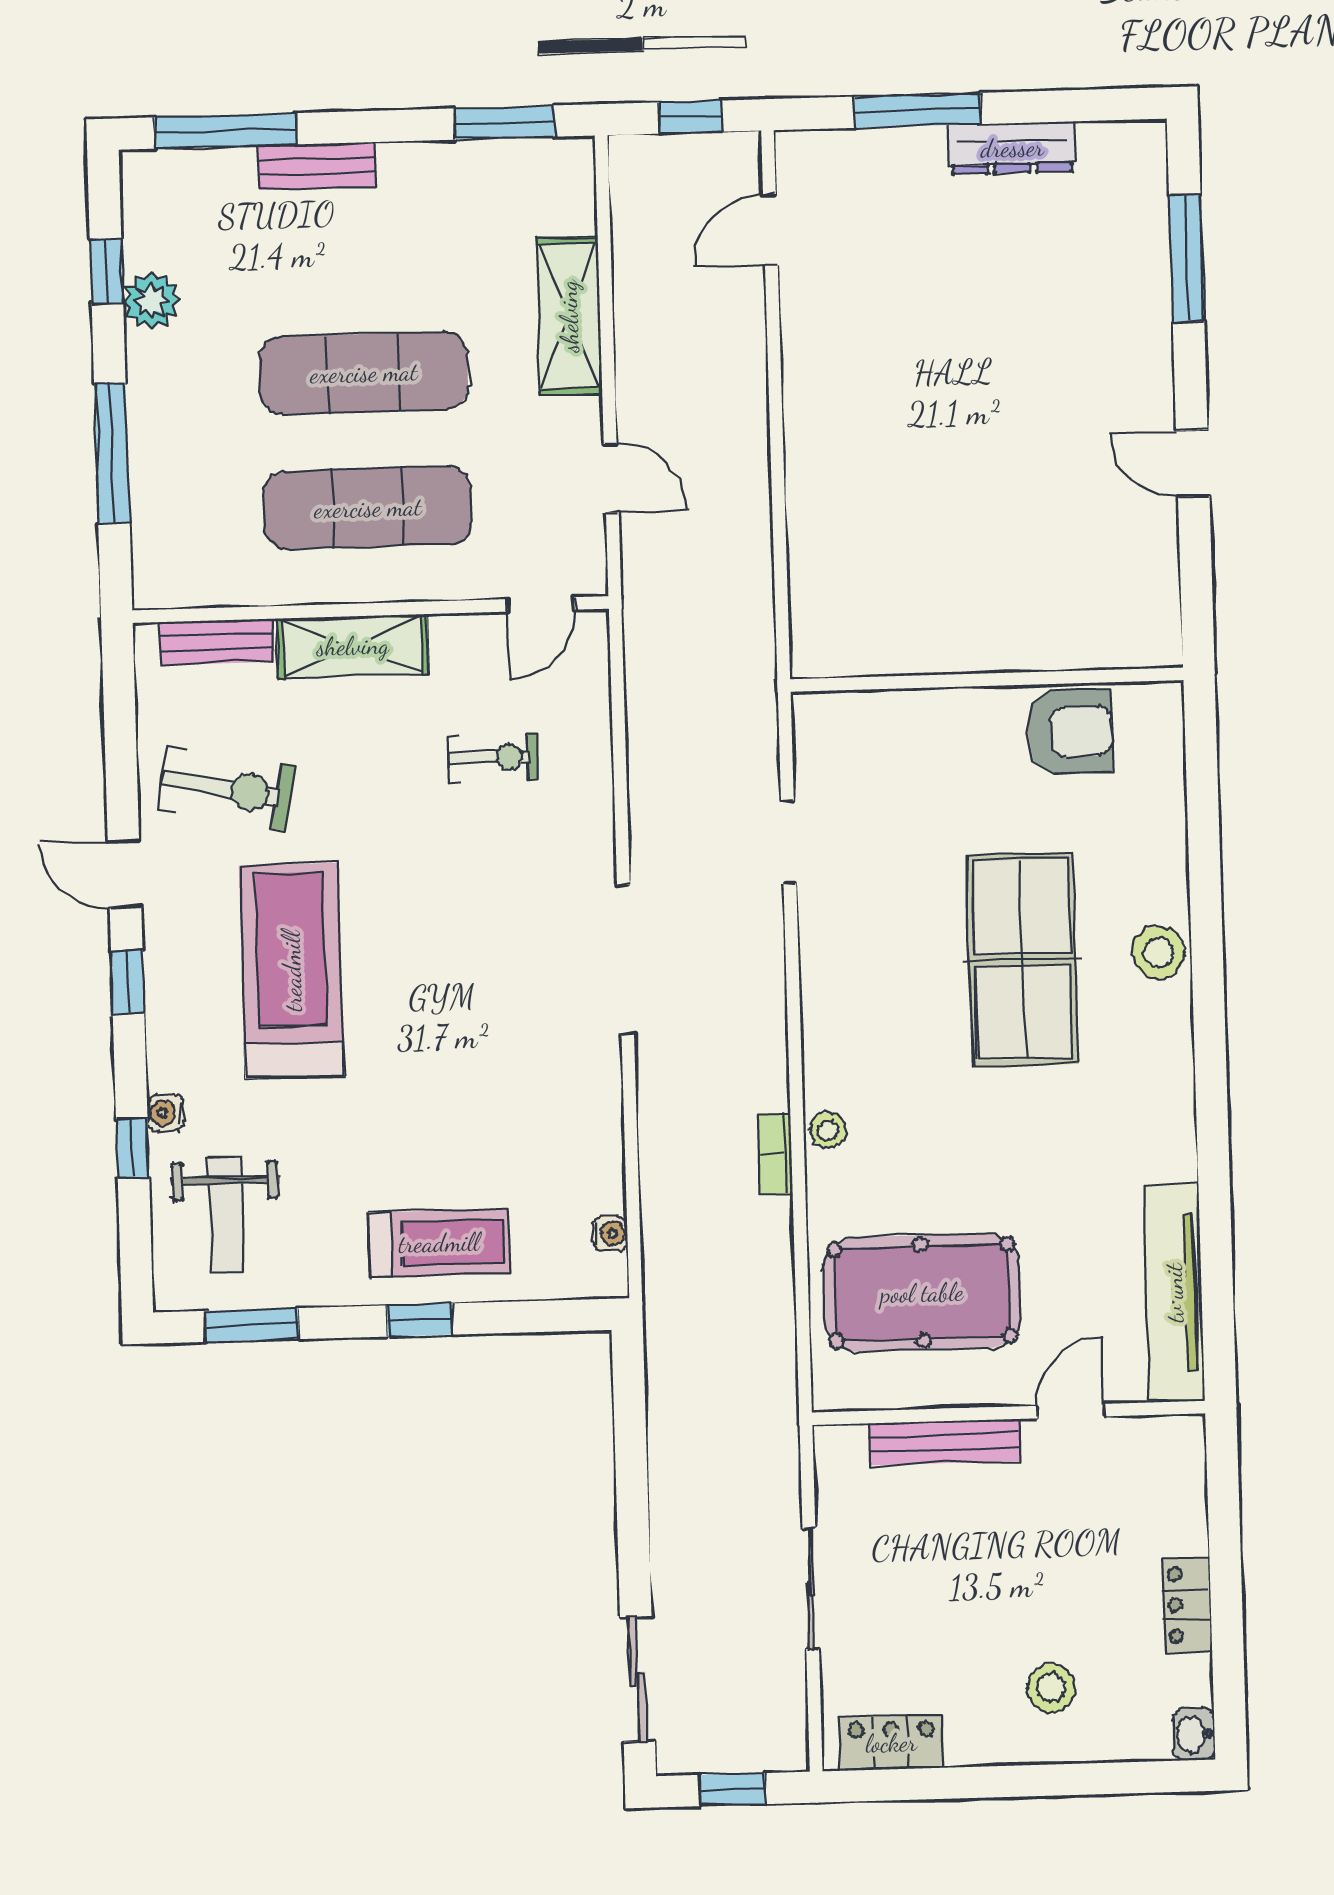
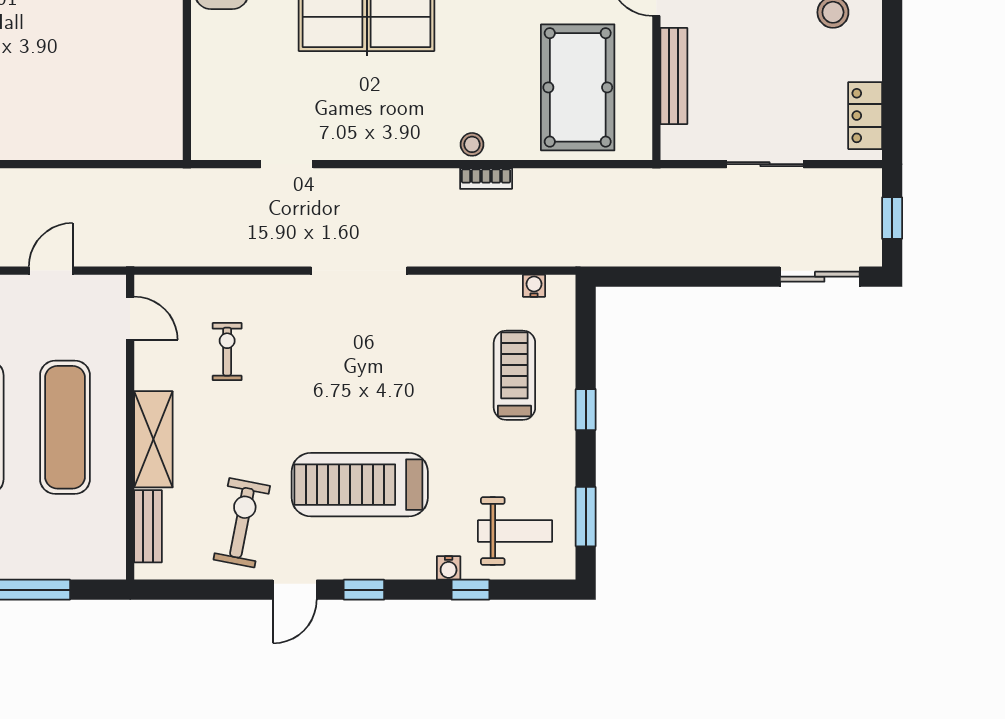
treadmill: (439, 1243) -> (514, 375), moved

